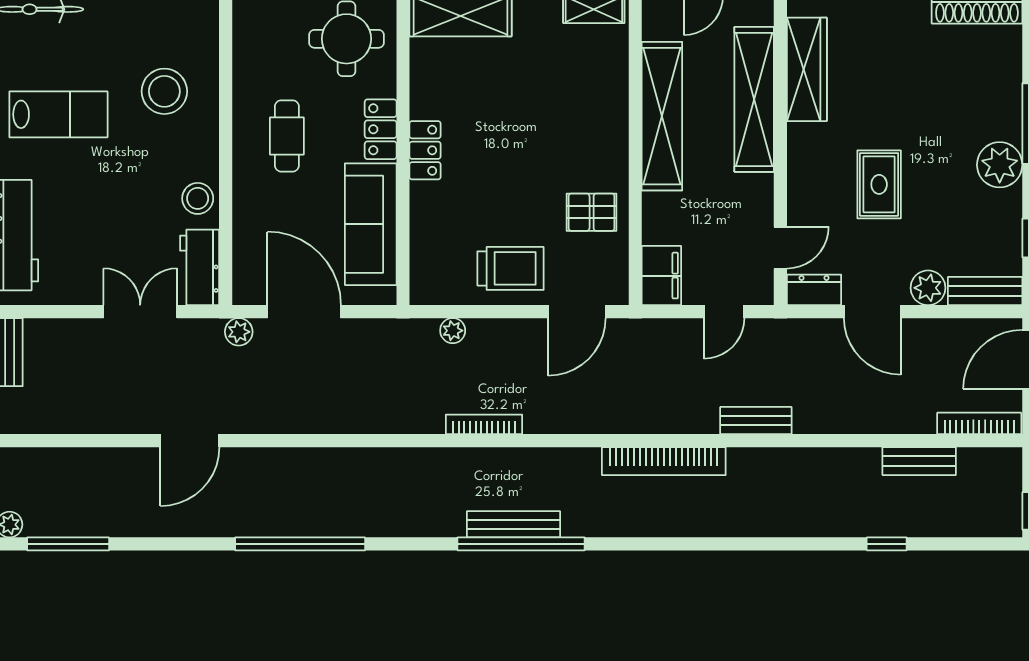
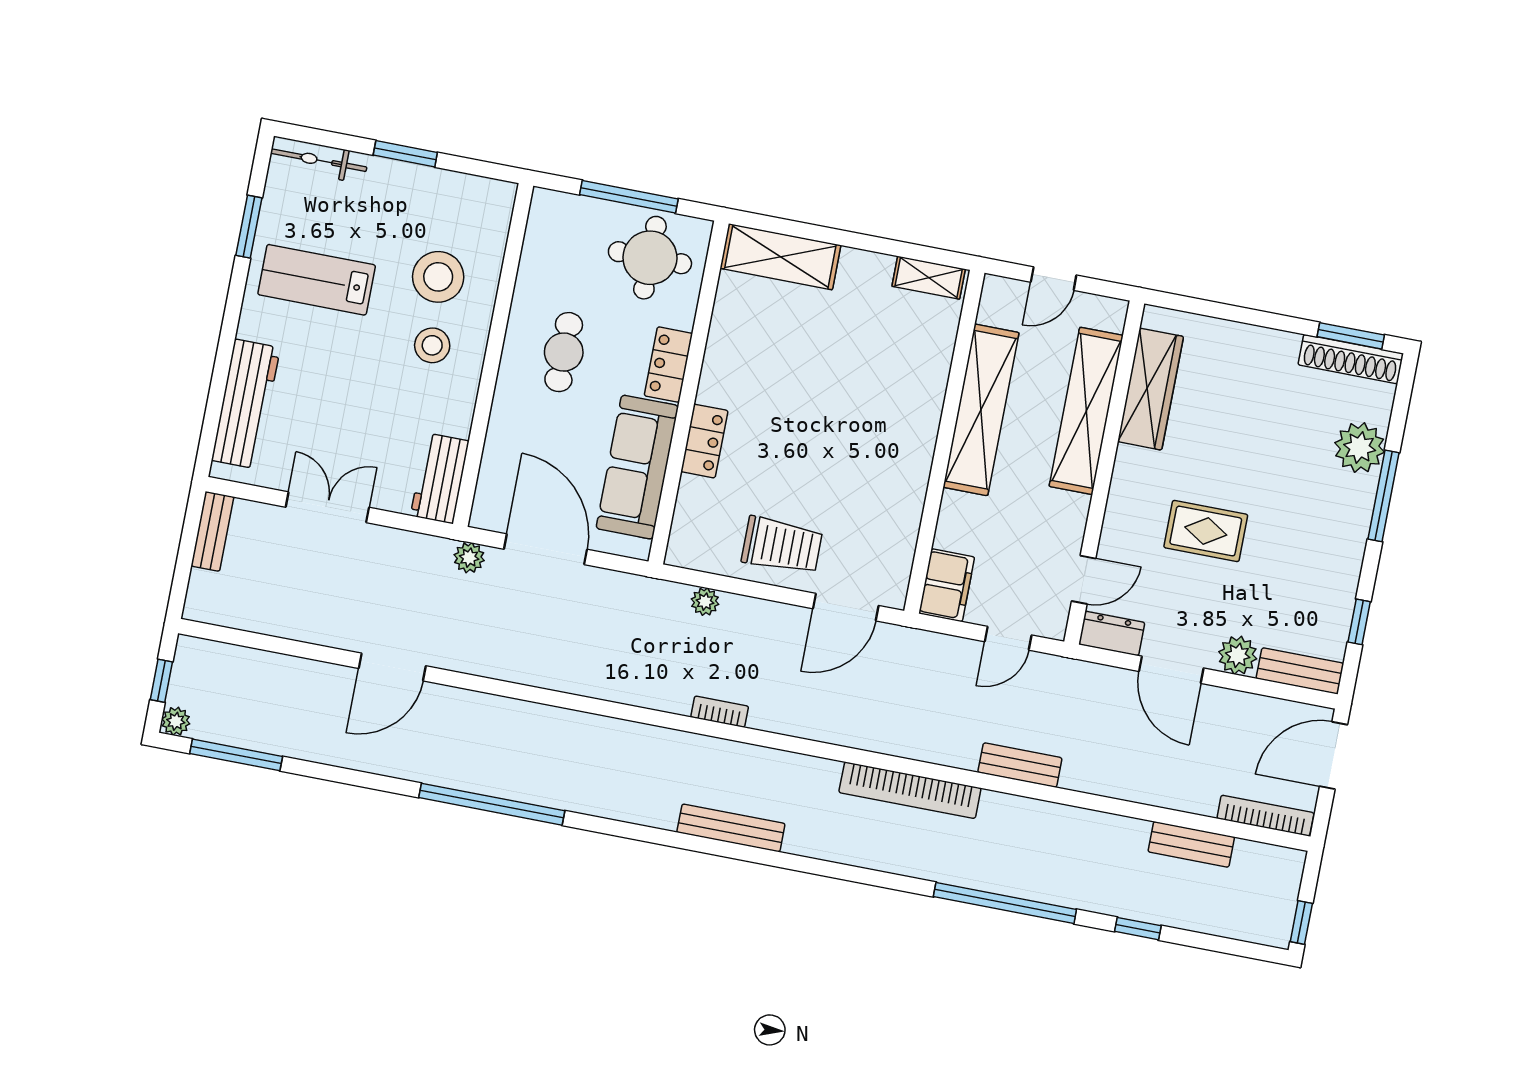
lab bench: (58, 114) -> (317, 280), turned 180
locker: (425, 150) -> (704, 441), moved
plant: (1000, 165) -> (1360, 448), moved
rug: (879, 184) -> (1206, 531), turned 90
stool: (198, 198) -> (432, 345), moved
pallet: (592, 212) -> (883, 501), removed
double door: (140, 312) -> (327, 507), moved
bookcase: (484, 424) -> (720, 712), width x0.64
window: (521, 544) -> (1005, 903), moved

